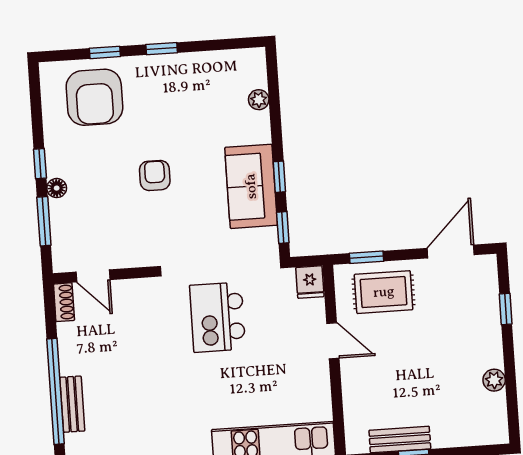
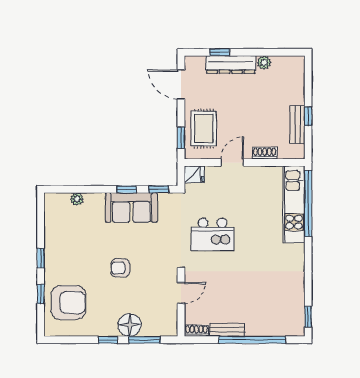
floor lamp: (57, 188) -> (129, 325), width x1.89, depth x1.89
door: (93, 276) -> (181, 293), moved
dresser: (488, 328) -> (231, 64), added
shoe rack: (351, 391) -> (265, 153), added
bench: (72, 404) -> (227, 330), moved

